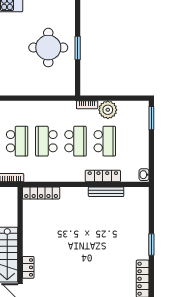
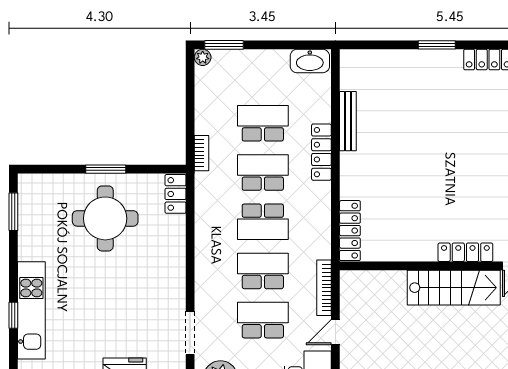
locker: (63, 89) -> (176, 194), added
plant: (108, 110) -> (203, 57), moved, width x0.53, depth x0.53
washbasin: (144, 175) -> (310, 61), width x1.91, depth x1.45
locker: (103, 176) -> (321, 152), moved
locker: (28, 267) -> (465, 252), width x1.53

